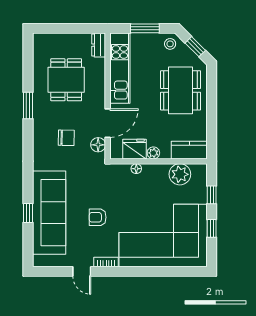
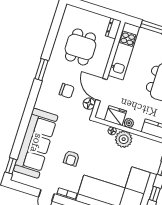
window: (28, 105) -> (42, 70), moved
door: (108, 123) -> (101, 90), swing flipped
plant: (180, 174) -> (124, 139), moved
window: (28, 213) -> (11, 166), moved
armchair: (98, 217) -> (71, 158), turned -90

